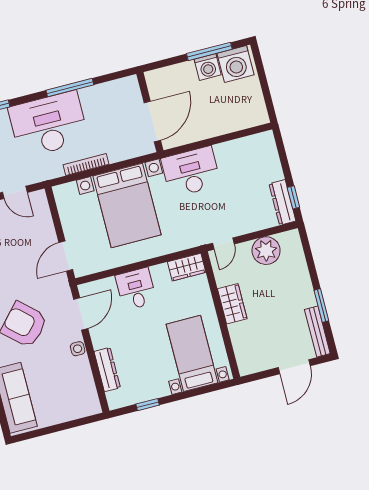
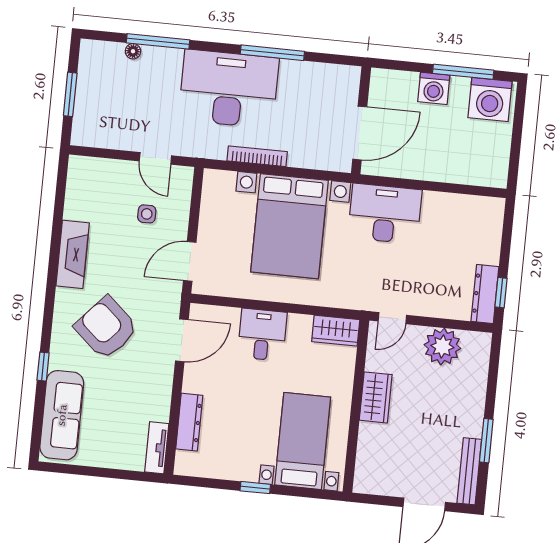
washing machine: (208, 67) -> (434, 88), moved
side table: (78, 349) -> (147, 214), moved
tv unit: (91, 396) -> (157, 448), added
window: (148, 405) -> (255, 488), moved

